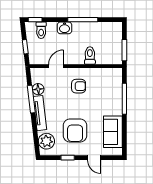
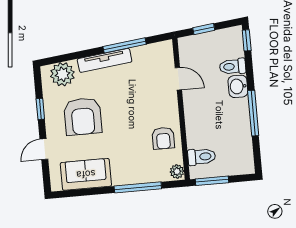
toilet: (41, 30) -> (233, 66), moved
toilet: (90, 56) -> (202, 157), moved
plant: (116, 72) -> (177, 171), added
armchair: (79, 86) -> (163, 138), moved
floor lamp: (38, 89) -> (141, 54), removed
armchair: (75, 130) -> (83, 116), turned -90

